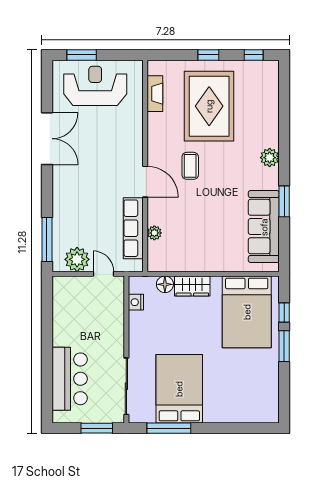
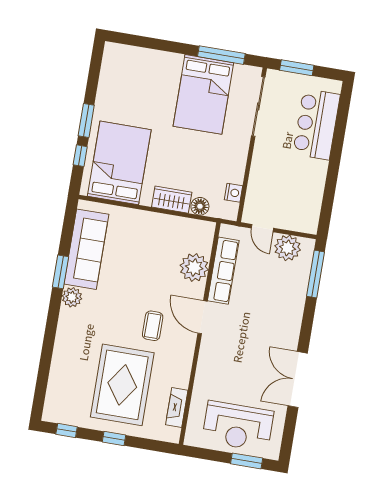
plant: (270, 158) -> (72, 297), moved
plant: (154, 233) -> (194, 267), width x1.88, depth x1.88

